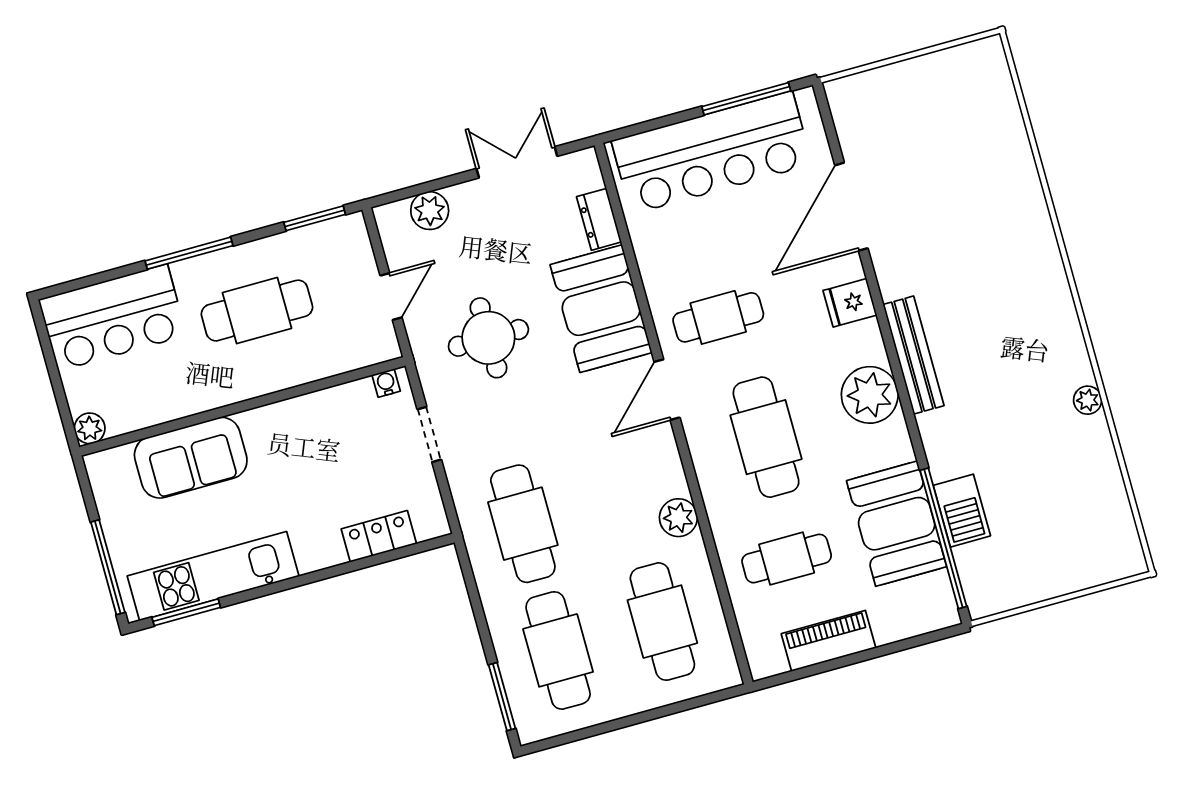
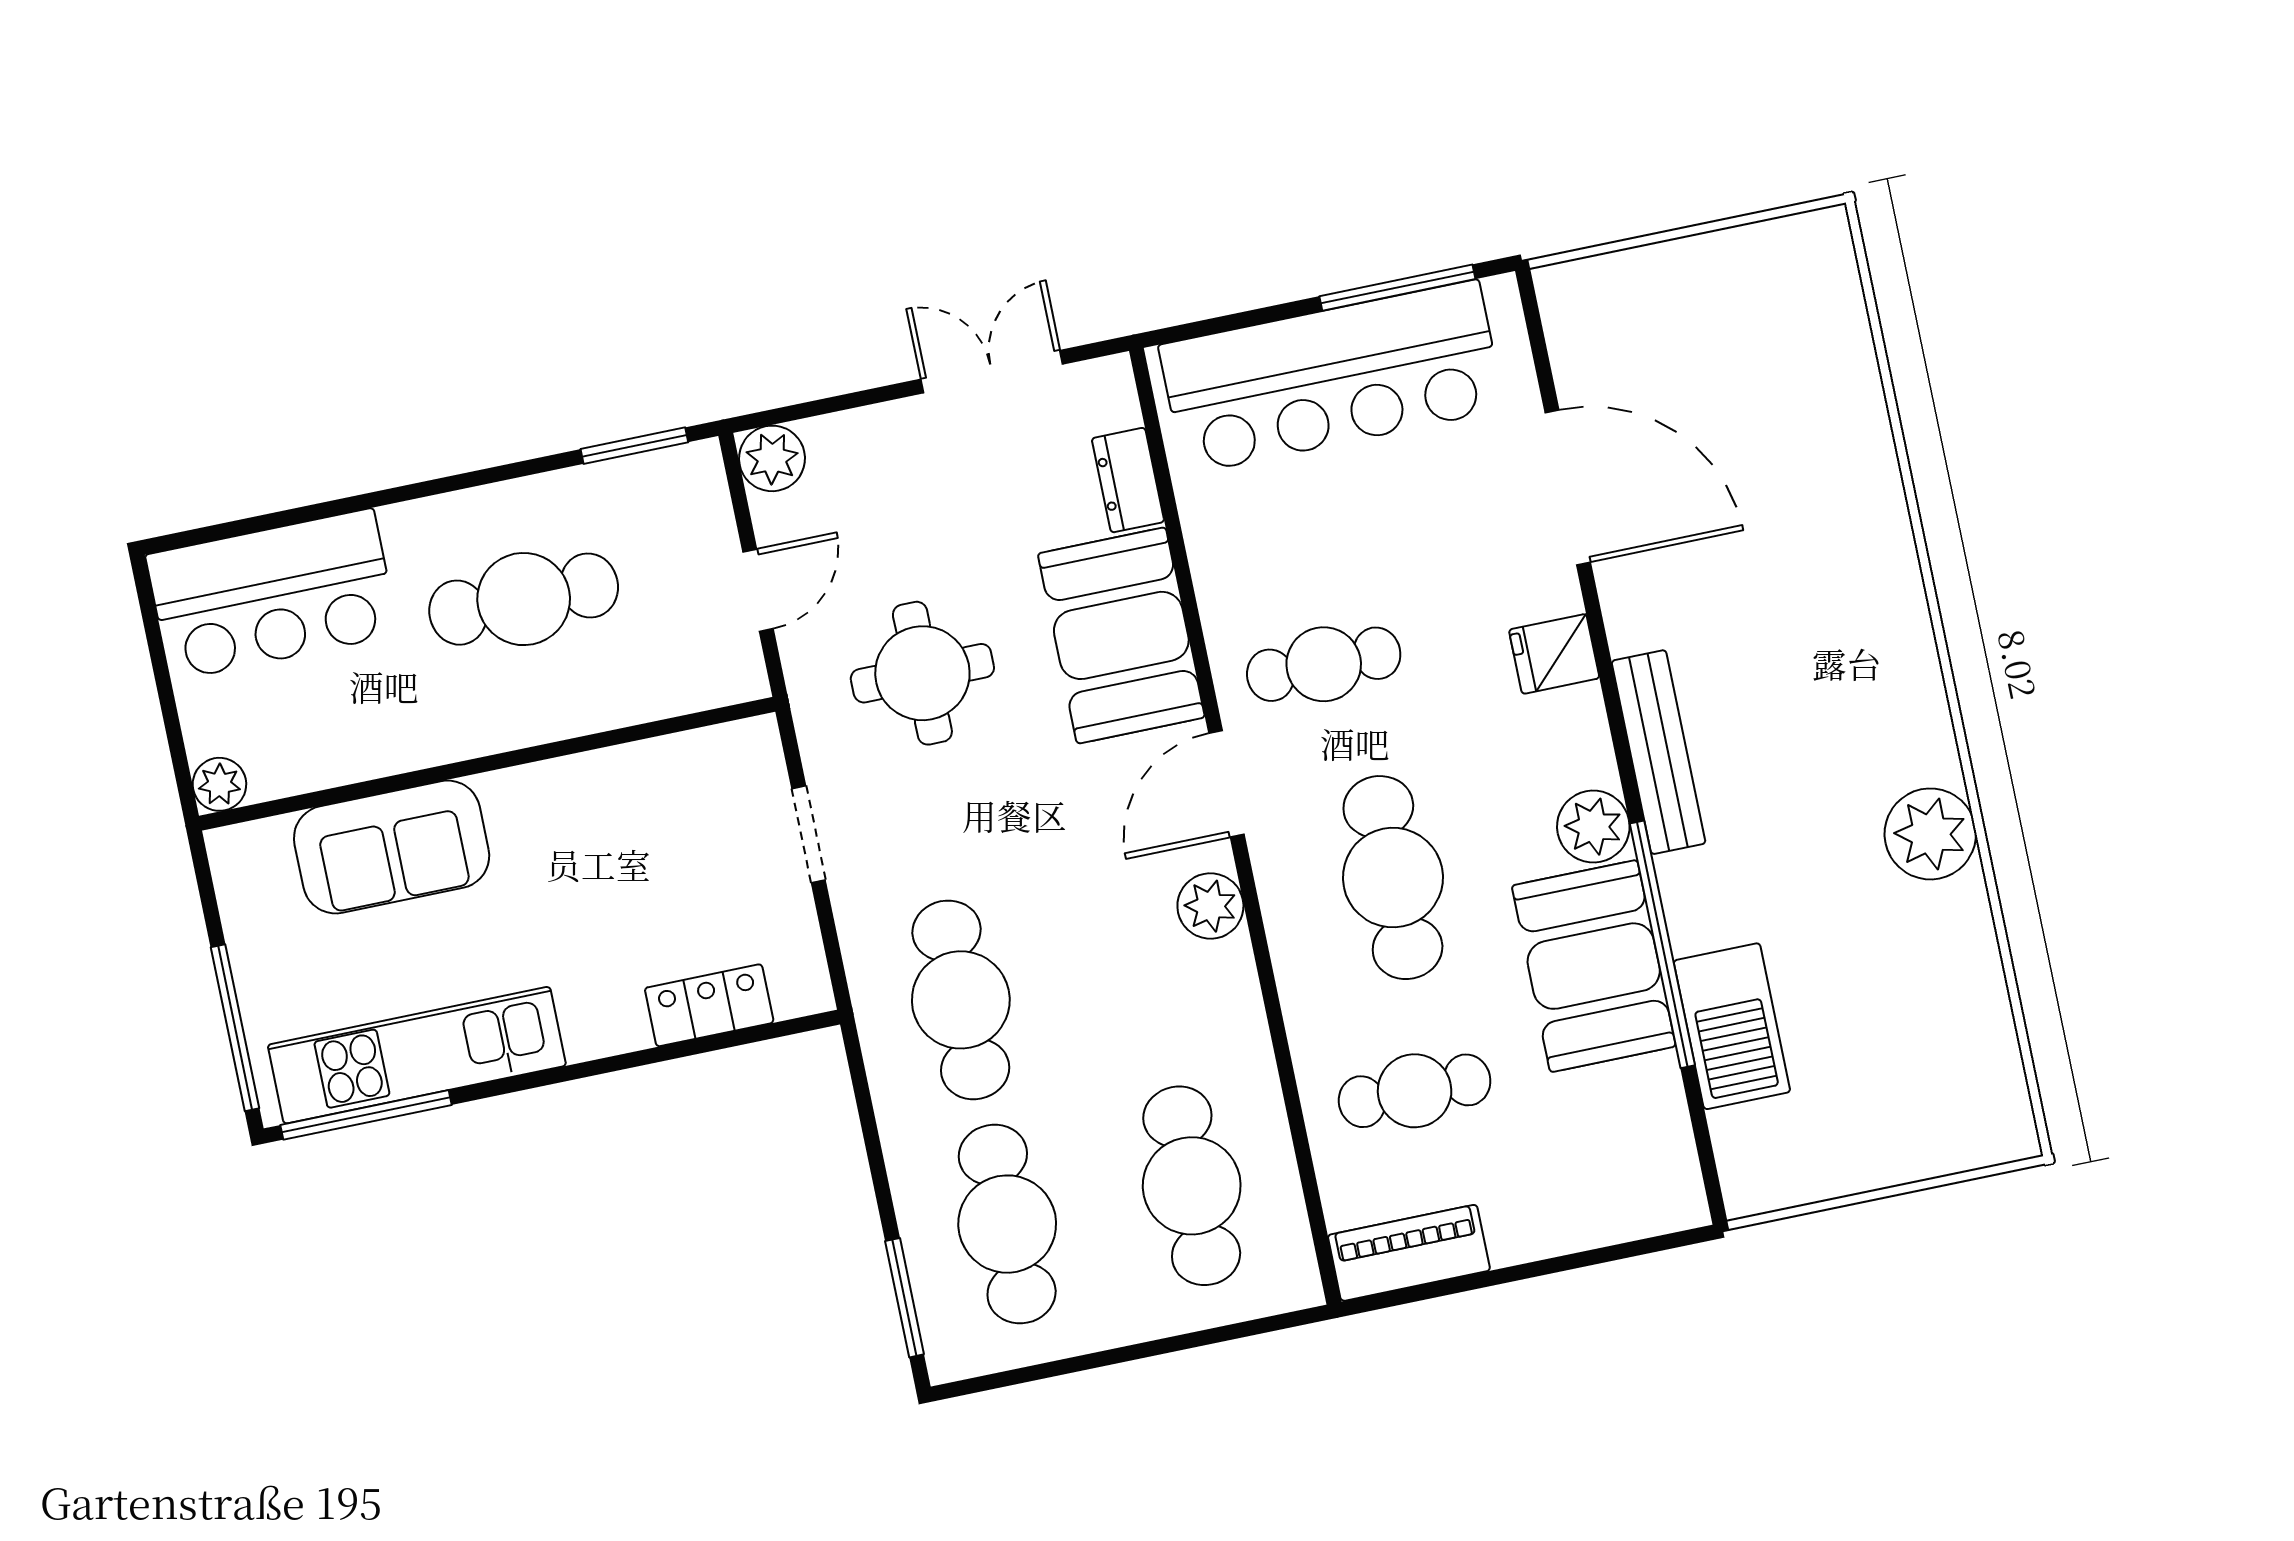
door: (851, 207) -> (1568, 487), swing flipped
plant: (430, 211) -> (772, 458), moved
window: (189, 253) -> (412, 492), removed
water cooler: (386, 383) -> (740, 740), removed
plant: (870, 395) -> (1593, 827), width x0.73, depth x0.73
plant: (1088, 400) -> (1930, 834), width x1.88, depth x1.88
barbecue: (962, 511) -> (1732, 1026), width x1.37, depth x1.21
plant: (678, 518) -> (1210, 906), moved
booth: (897, 524) -> (1594, 966), moved
window: (943, 538) -> (1662, 944), moved
window: (186, 612) -> (366, 1115), width x1.44
piano: (829, 641) -> (1409, 1253), moved

